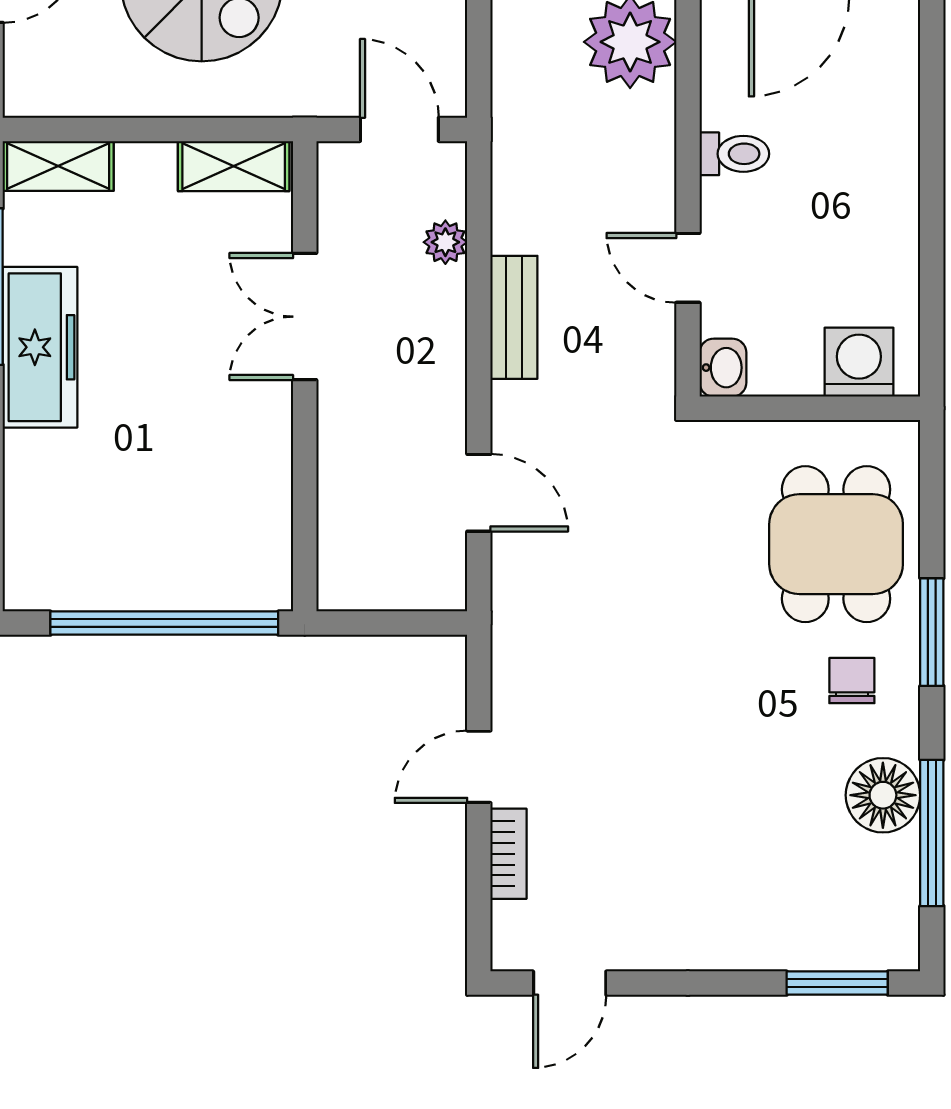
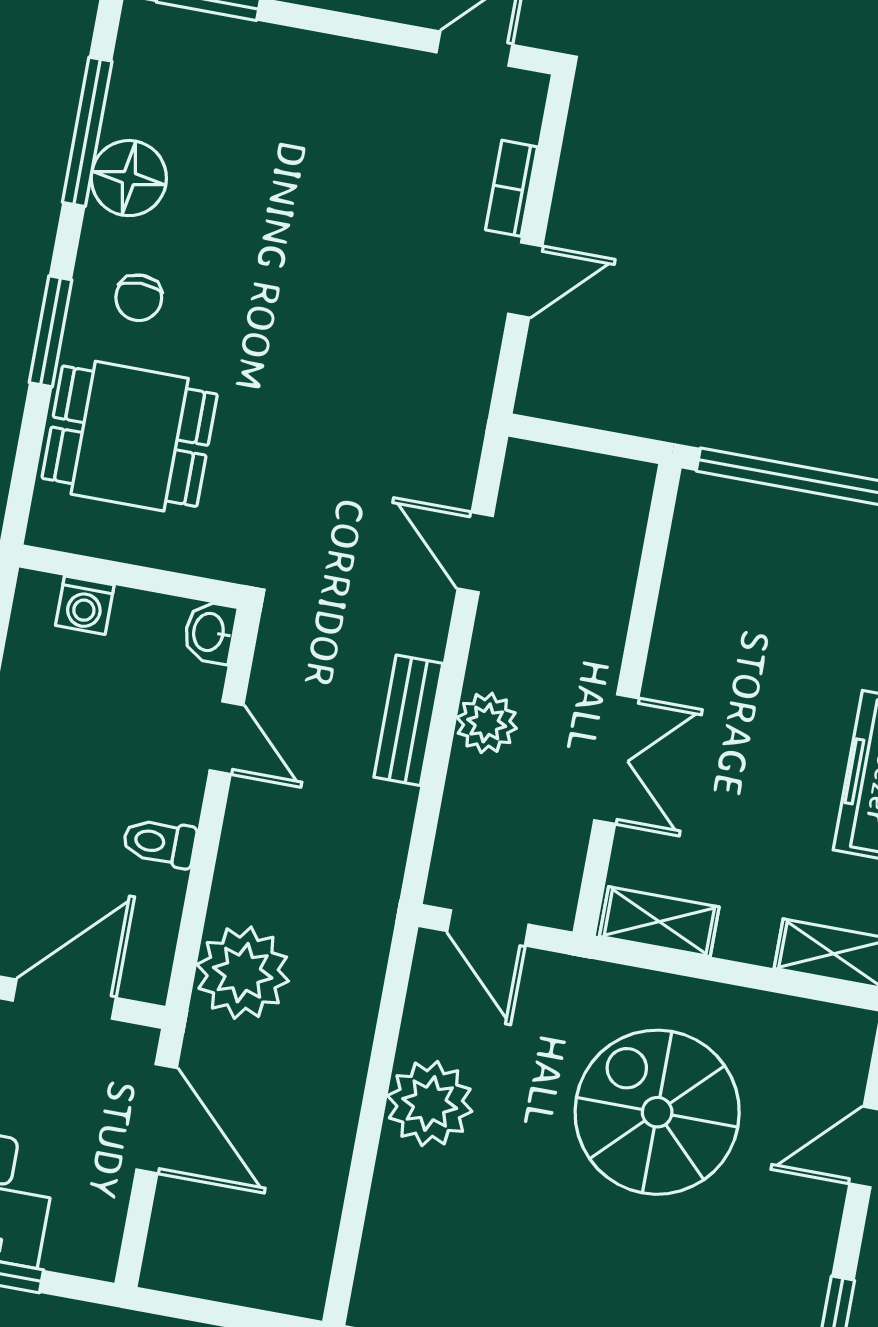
plant: (445, 242) -> (487, 723), moved, width x1.38, depth x1.38
washing machine: (859, 362) -> (85, 605), width x0.73, depth x0.73
dining table: (836, 544) -> (130, 436), turned 90

